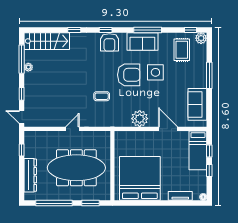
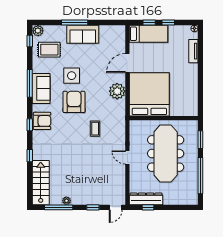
sofa: (197, 104) -> (83, 34), moved
dresser: (30, 175) -> (146, 199), moved
bed: (140, 178) -> (149, 94), moved, turned 90

